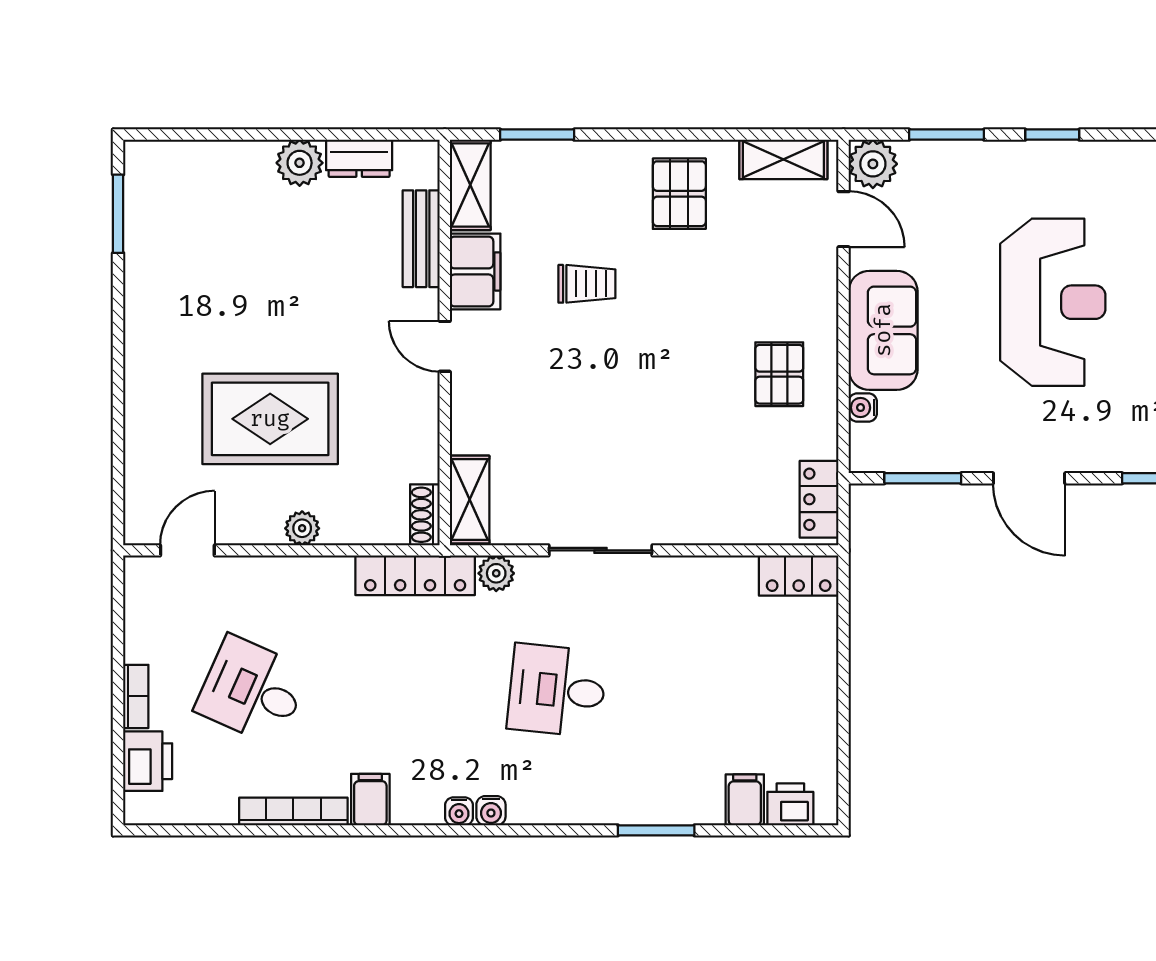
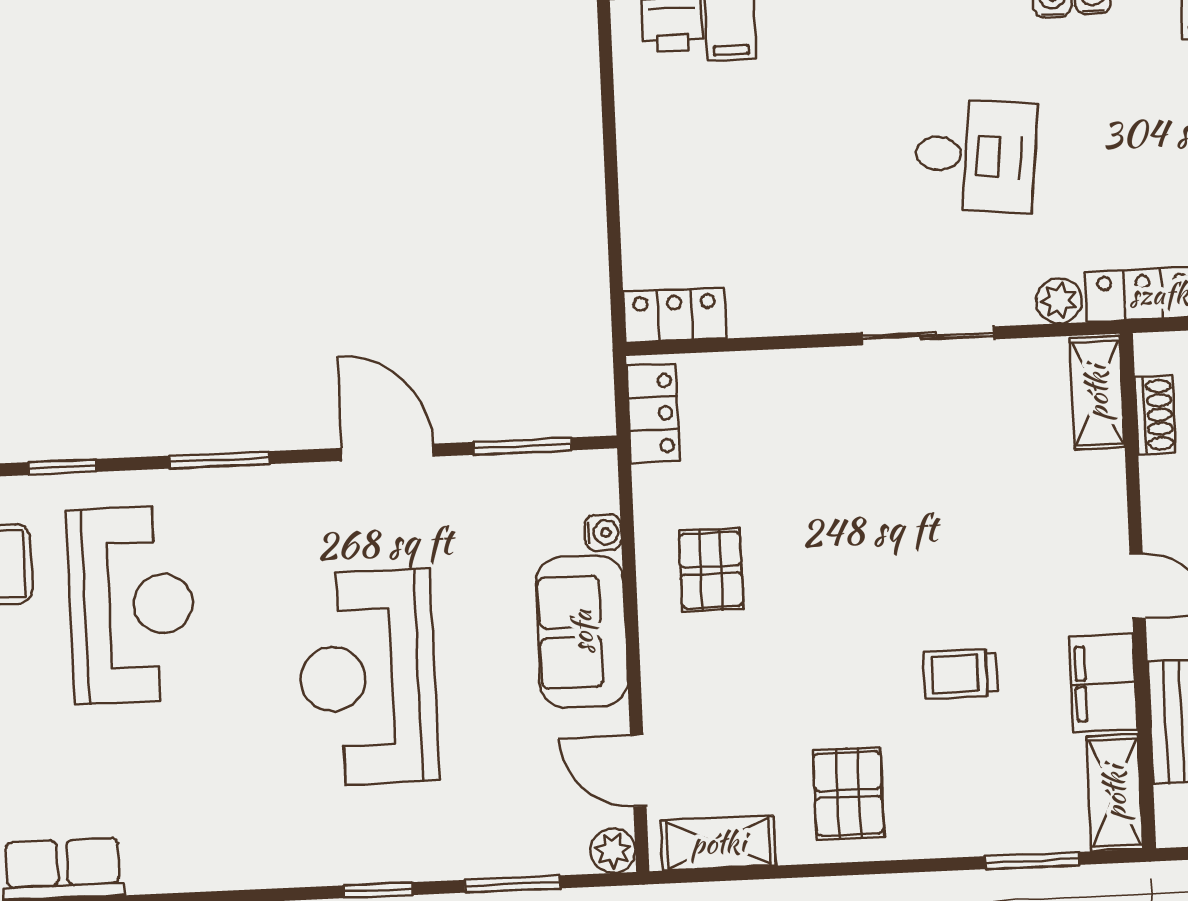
plant: (873, 164) -> (613, 851), width x0.73, depth x0.73
shoe rack: (425, 515) -> (1155, 415), moved

